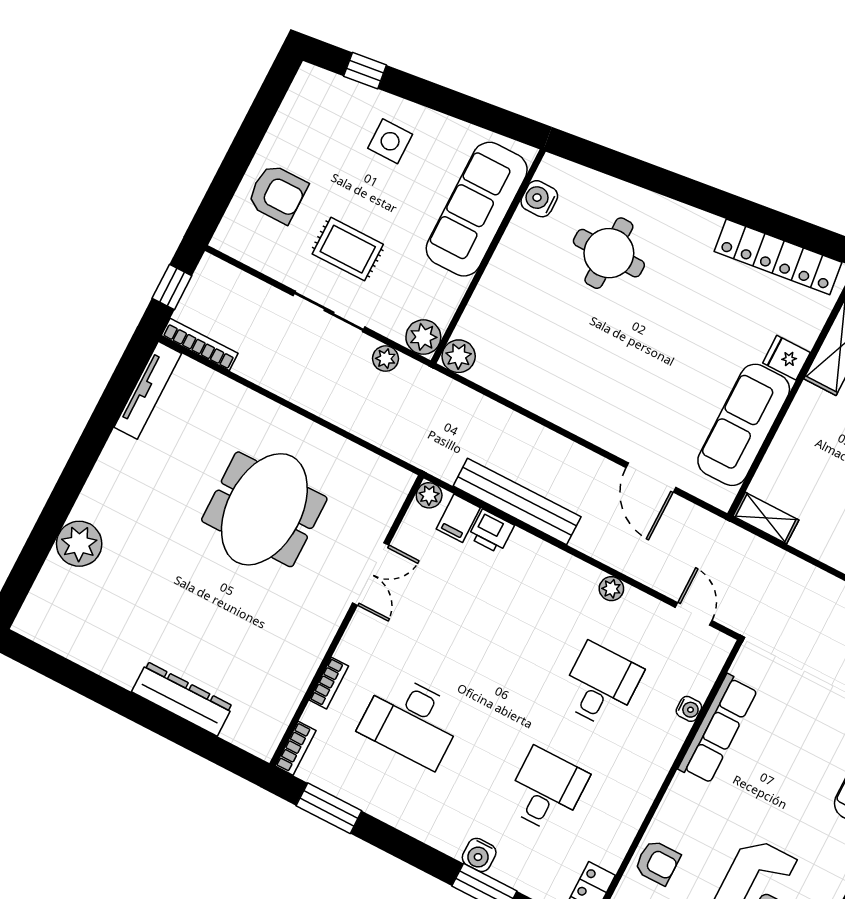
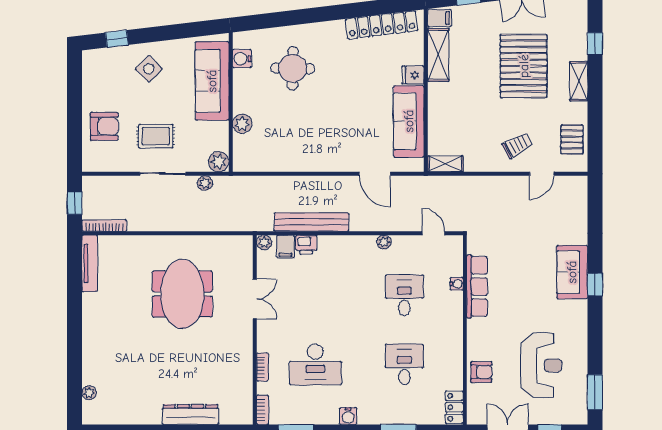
side table: (390, 141) -> (149, 69), turned 45
plant: (459, 356) -> (242, 124), moved
plant: (79, 544) -> (89, 393), moved, width x0.53, depth x0.53
water cooler: (479, 855) -> (348, 416), moved

